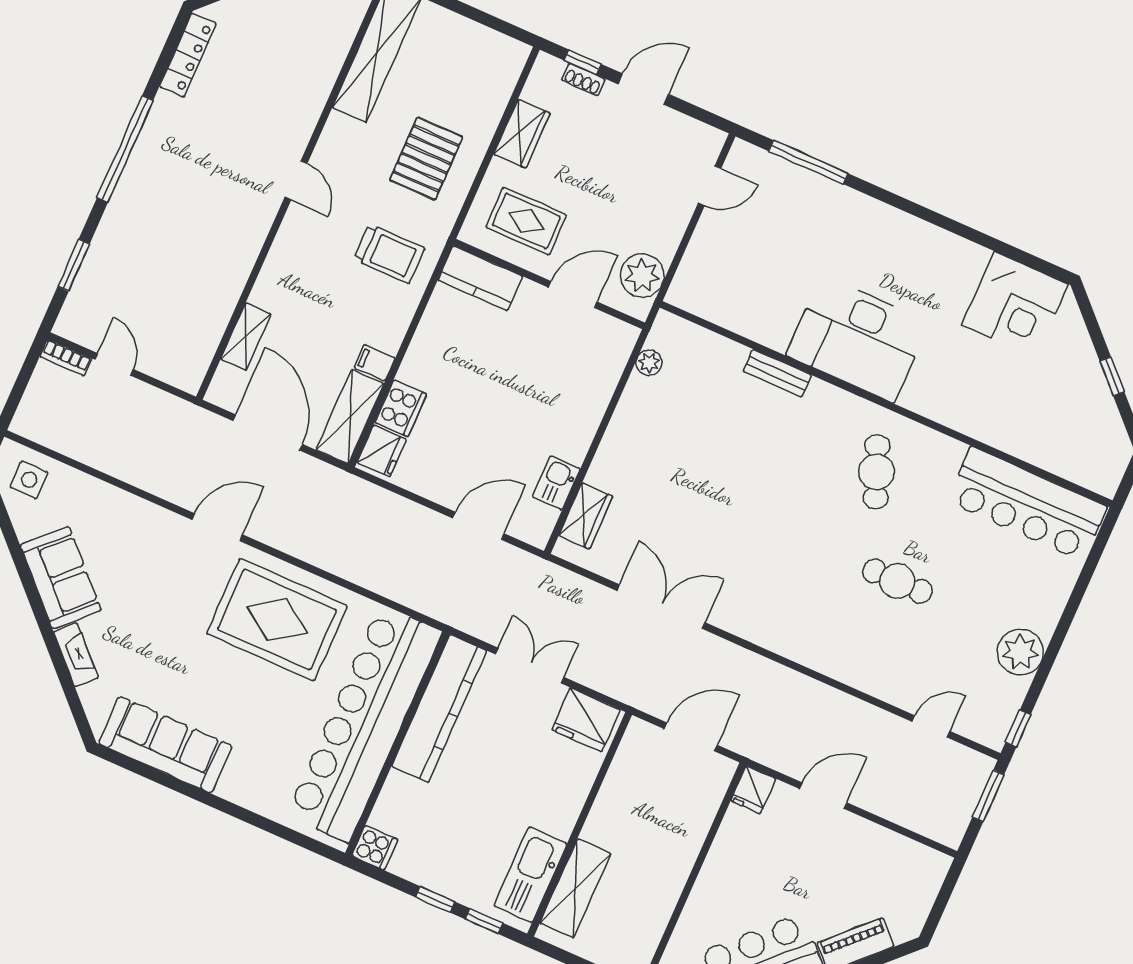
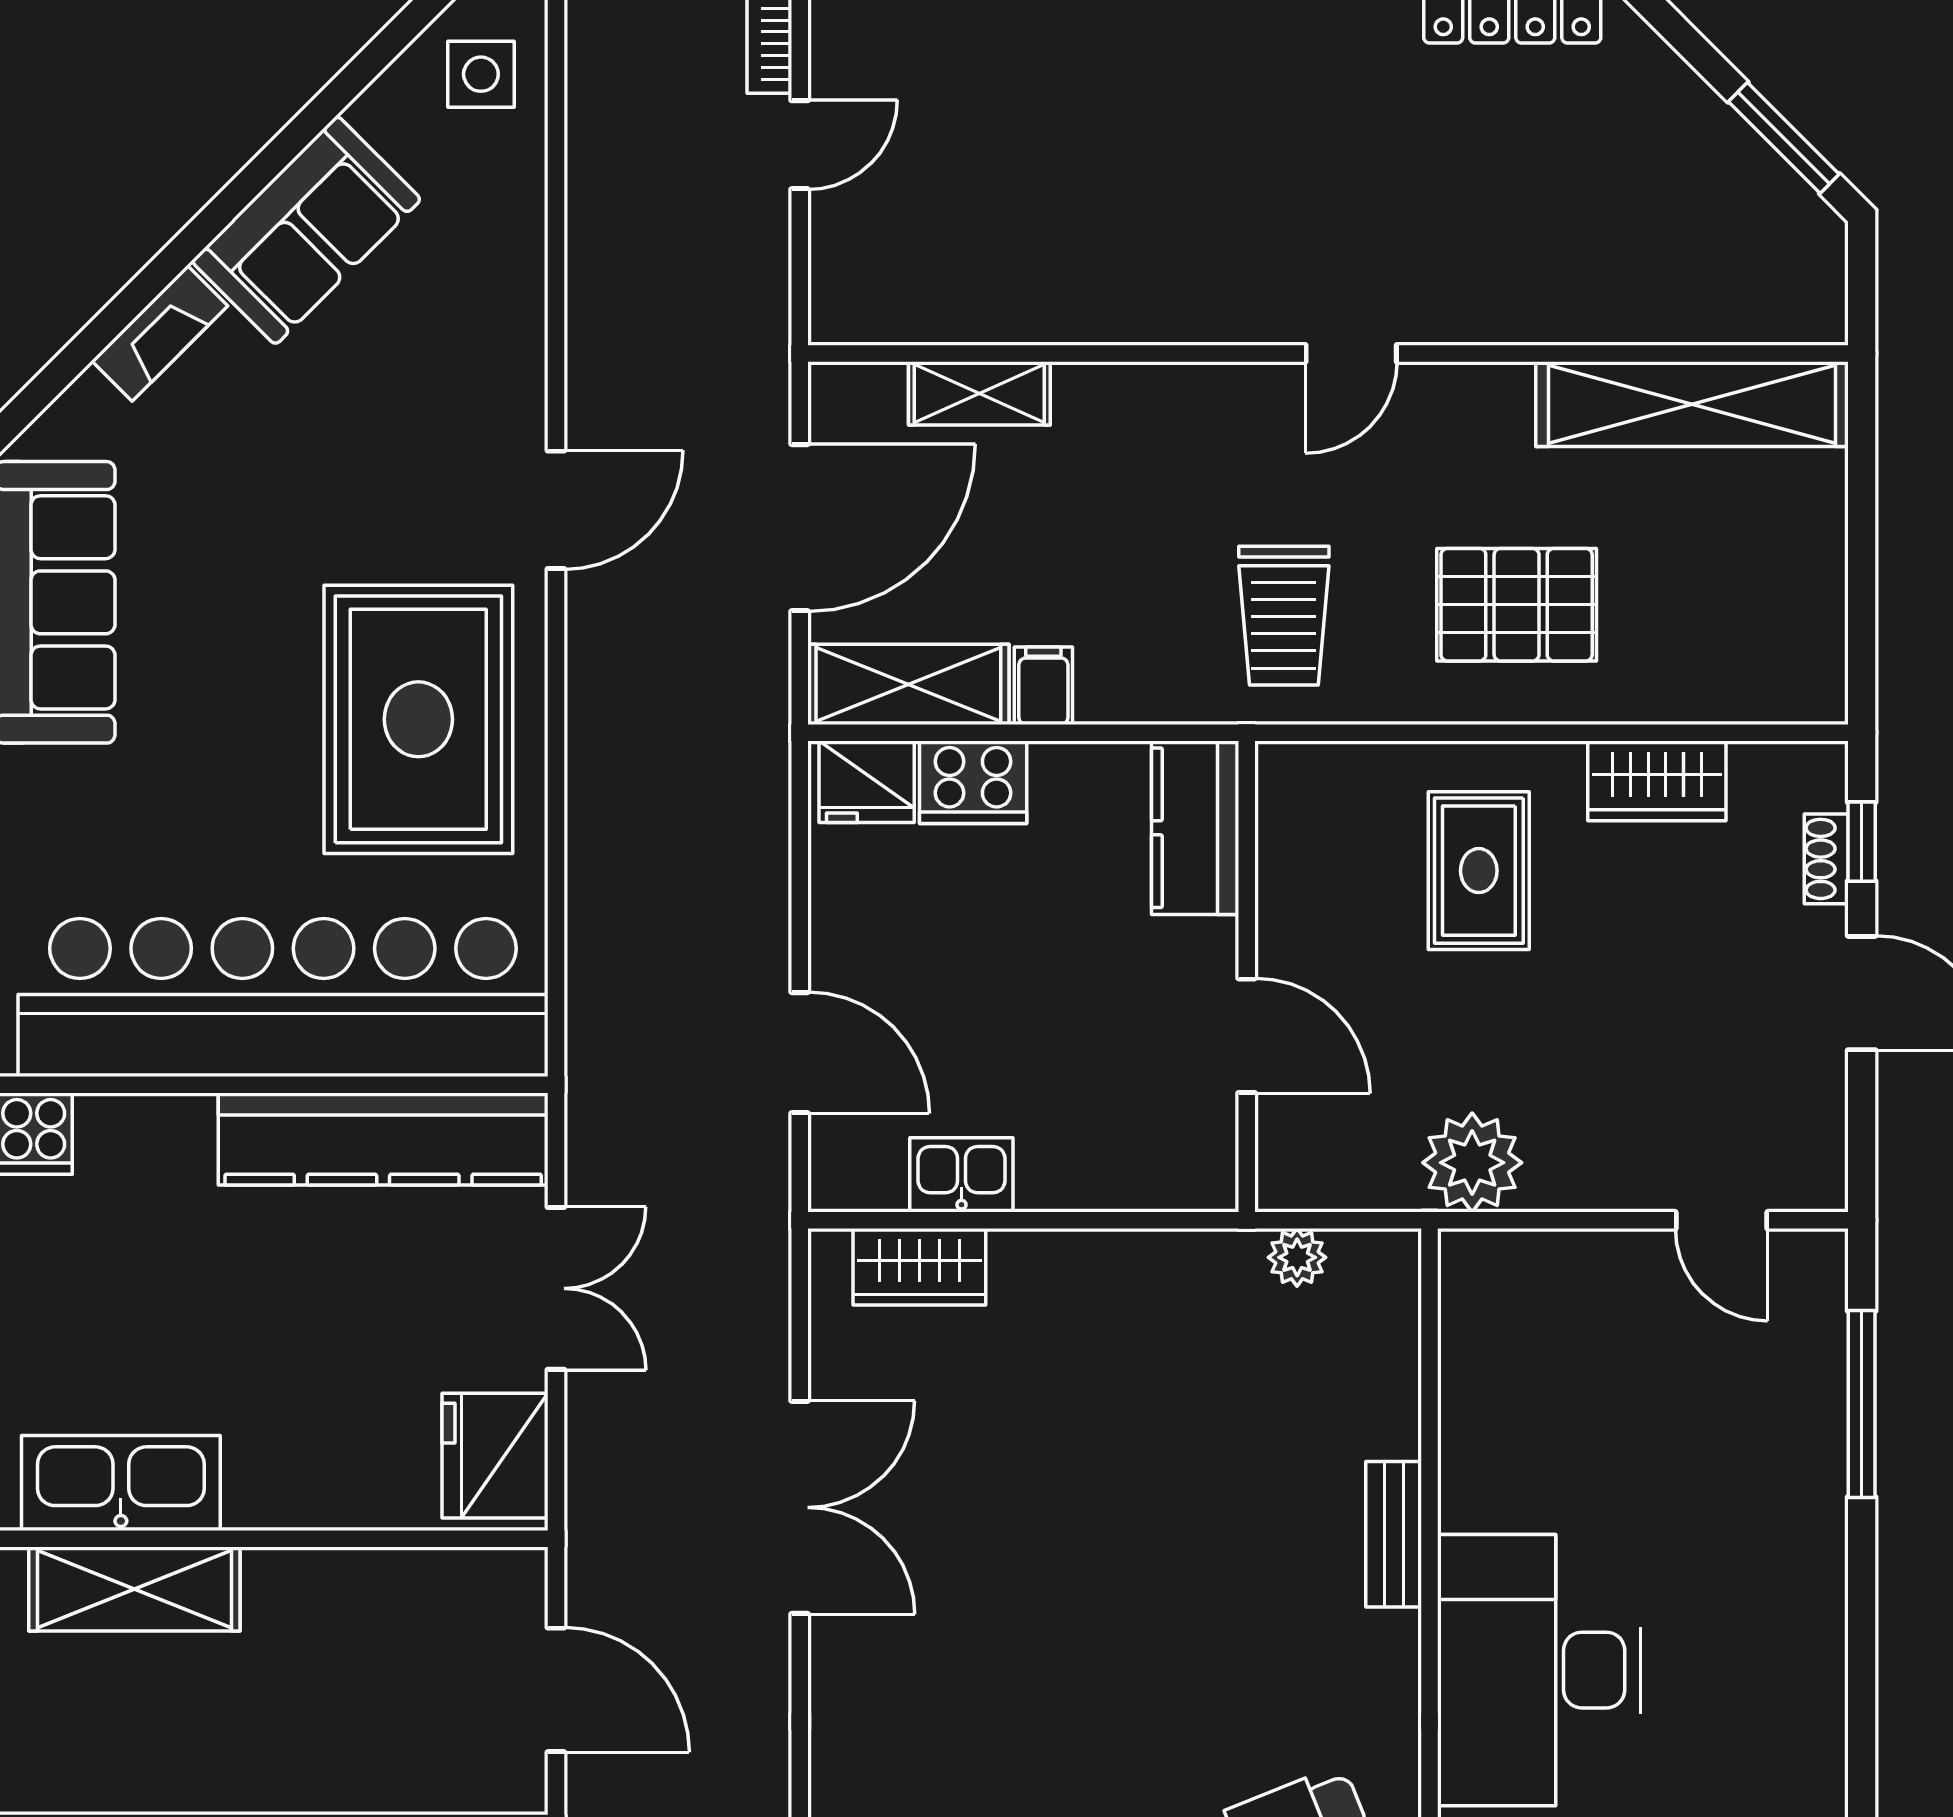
kitchen counter: (480, 278) -> (1195, 828), moved
wall: (549, 284) -> (1247, 977), moved
door: (573, 295) -> (1247, 1036), moved
door: (217, 527) -> (556, 510), hinge flipped

